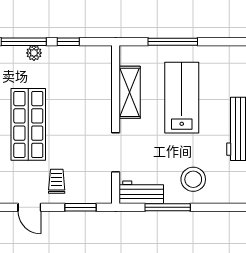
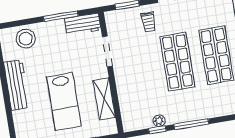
plant: (34, 53) -> (159, 121), moved
stool: (193, 179) -> (26, 39), moved

